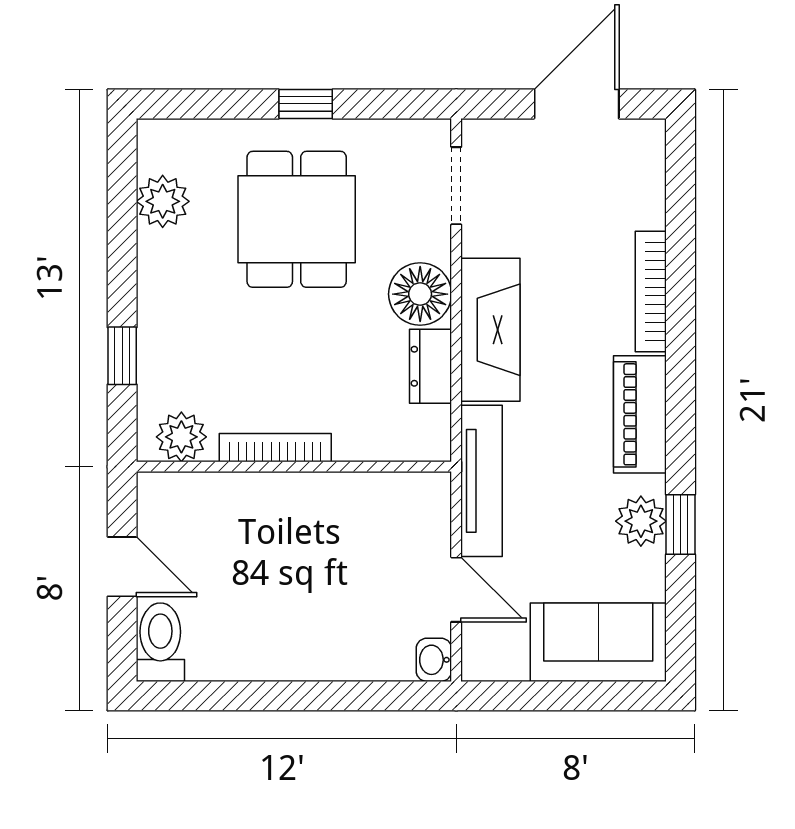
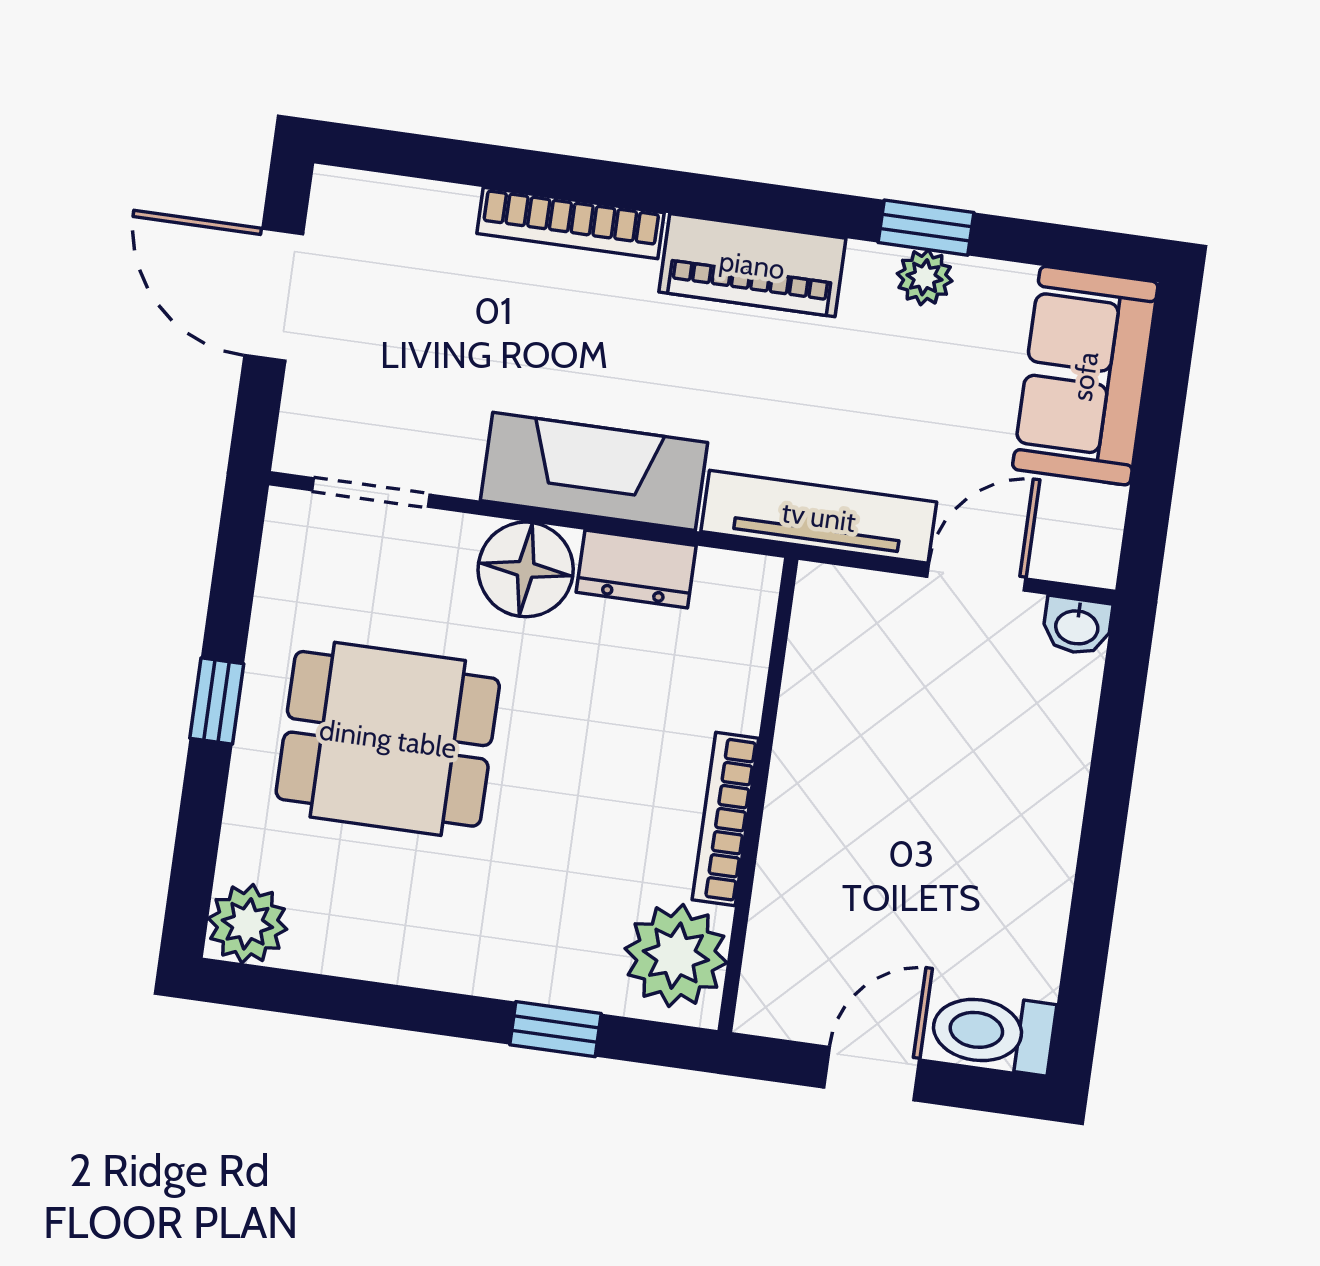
plant: (163, 201) -> (247, 924), moved
plant: (181, 437) -> (676, 956), width x1.36, depth x1.36
plant: (641, 521) -> (925, 277), width x0.73, depth x0.73

